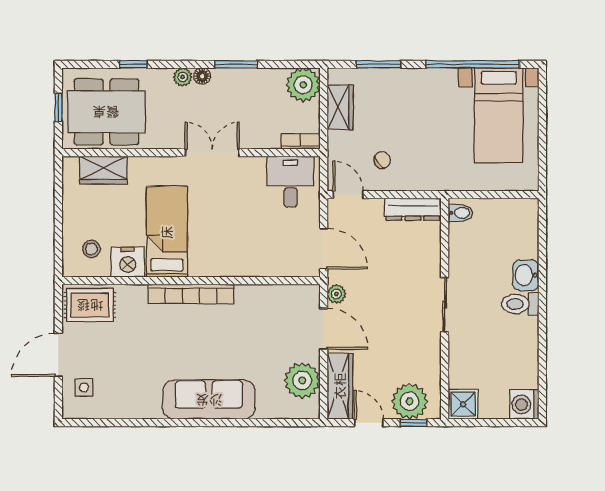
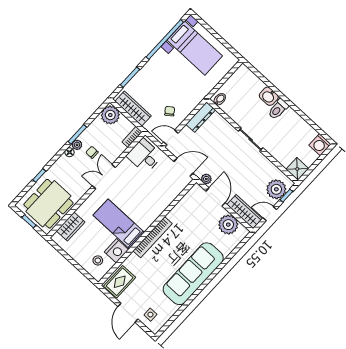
plant: (183, 77) -> (77, 145), moved
chair: (230, 106) -> (92, 152), added
wardrobe: (340, 107) -> (133, 109), width x1.50
door: (324, 329) -> (216, 197), hinge flipped
sofa: (209, 400) -> (193, 274), width x1.36, depth x1.27

